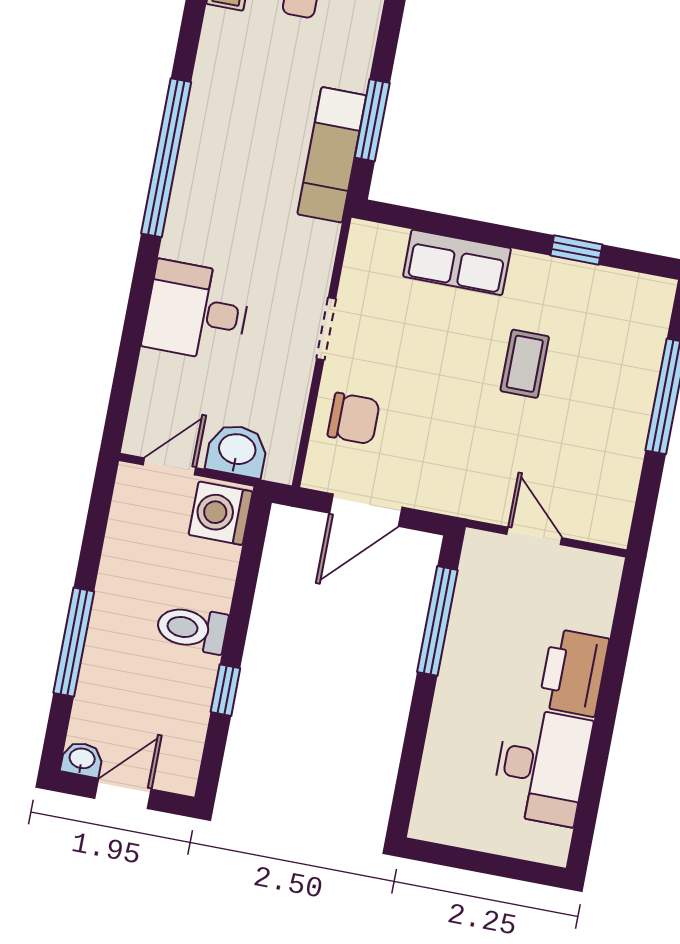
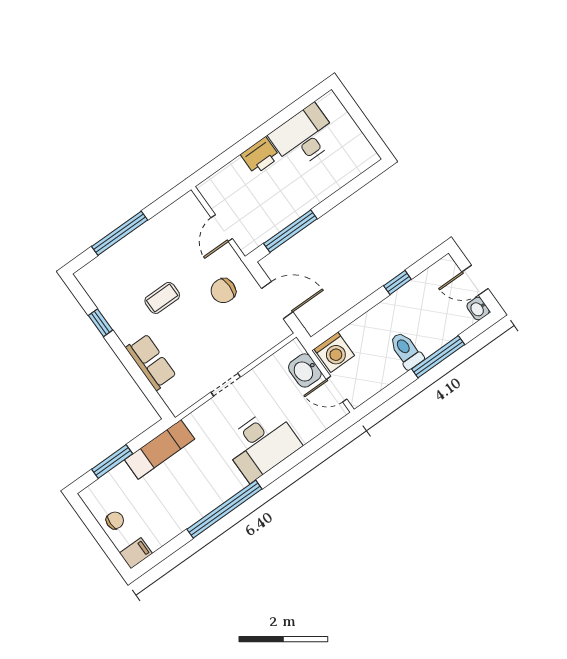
window: (372, 120) -> (112, 462), moved
desk: (197, 311) -> (262, 444), width x1.37
chair: (354, 418) -> (223, 291), moved, turned -90
toilet: (192, 629) -> (406, 350), moved, turned 180
printer: (574, 673) -> (260, 156), width x0.73, depth x0.84

